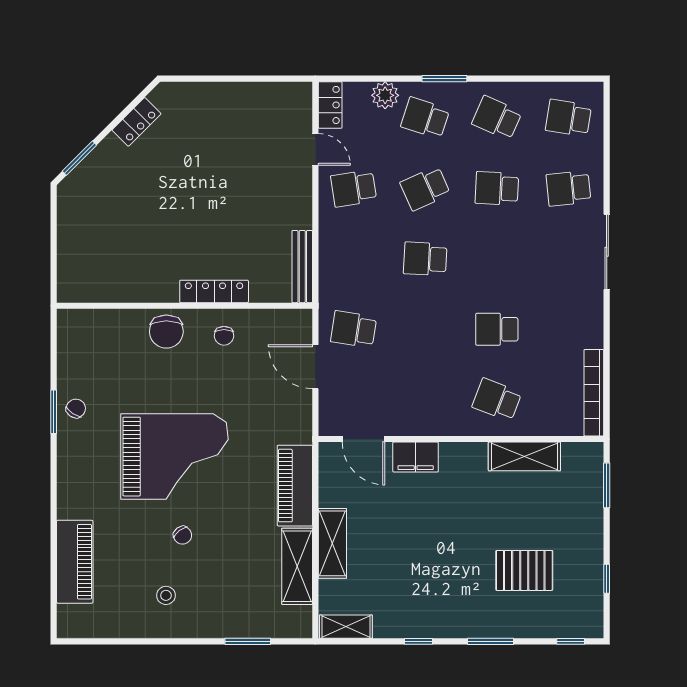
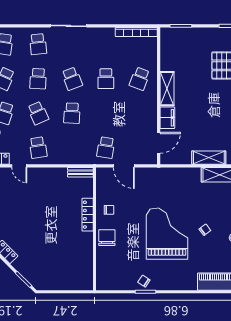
door: (315, 149) -> (19, 166), swing flipped
school desk: (497, 259) -> (72, 79), added
bench: (302, 267) -> (80, 172), width x0.73
chair: (166, 332) -> (107, 238), turned -90
door: (315, 367) -> (124, 166), hinge flipped
shelving: (524, 456) -> (167, 89), moved
piano: (295, 486) -> (181, 176), removed

